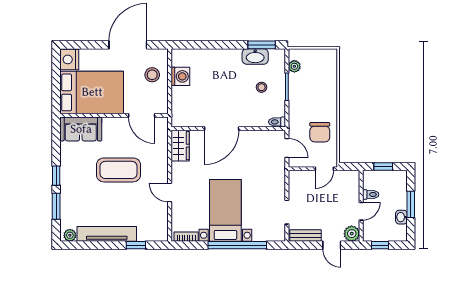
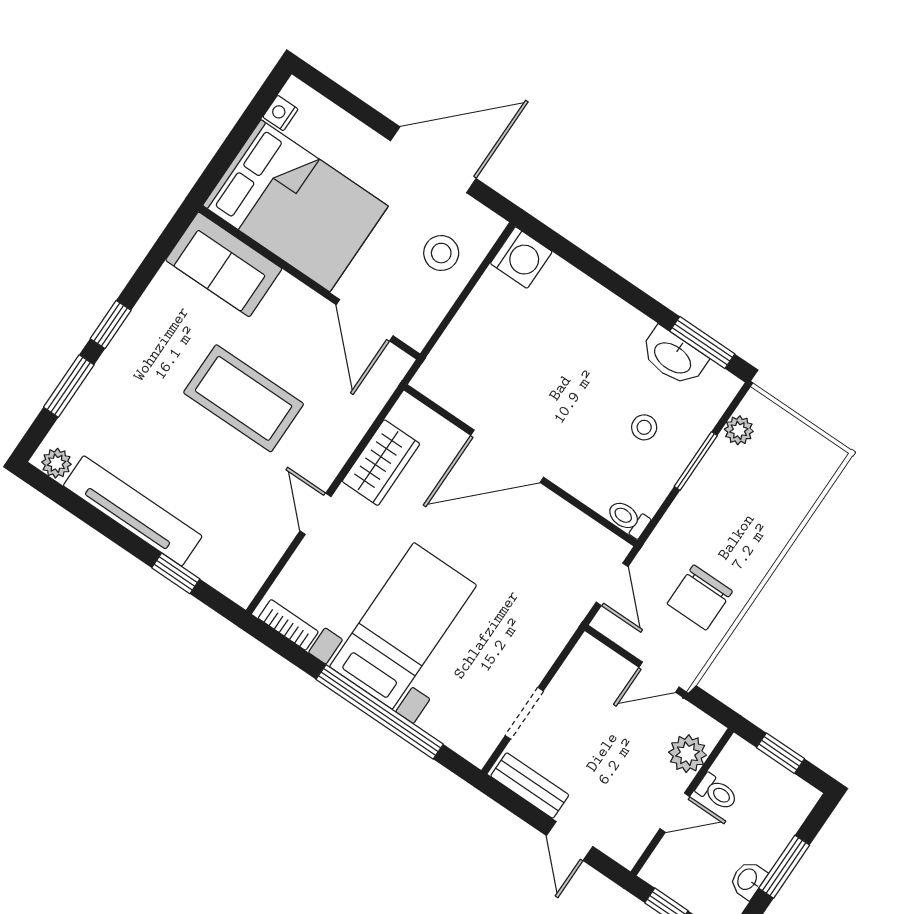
nightstand: (69, 59) -> (280, 113), width x0.53, depth x0.56
washing machine: (180, 76) -> (521, 258), moved
wardrobe: (180, 146) -> (381, 463), moved
plant: (352, 234) -> (688, 754), moved

